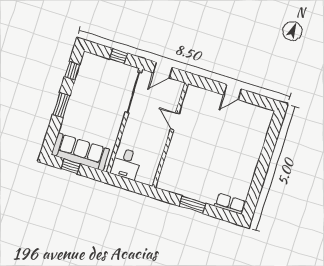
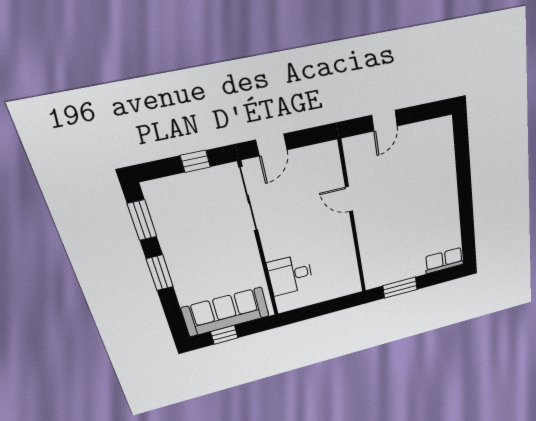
window: (72, 71) -> (142, 220), width x1.50
door: (175, 121) -> (349, 199), moved
wall: (170, 135) -> (352, 220), moved
desk: (126, 164) -> (290, 275), moved, turned 90

